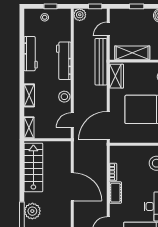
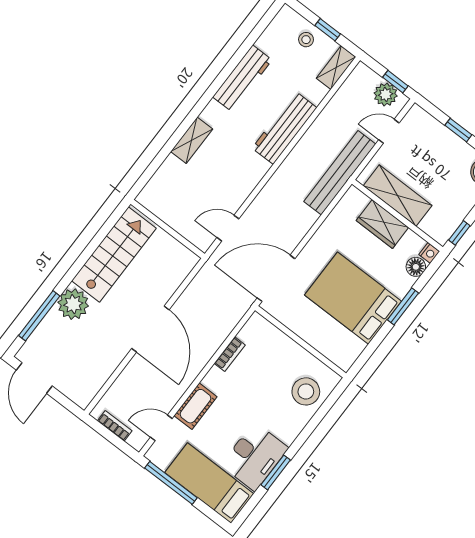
plant: (80, 15) -> (386, 94), moved
wardrobe: (116, 76) -> (382, 224), moved, turned 90
stool: (64, 97) -> (243, 183), removed
shelving: (29, 128) -> (336, 68), moved
cot: (115, 193) -> (195, 406), moved
plant: (32, 211) -> (73, 304), moved

